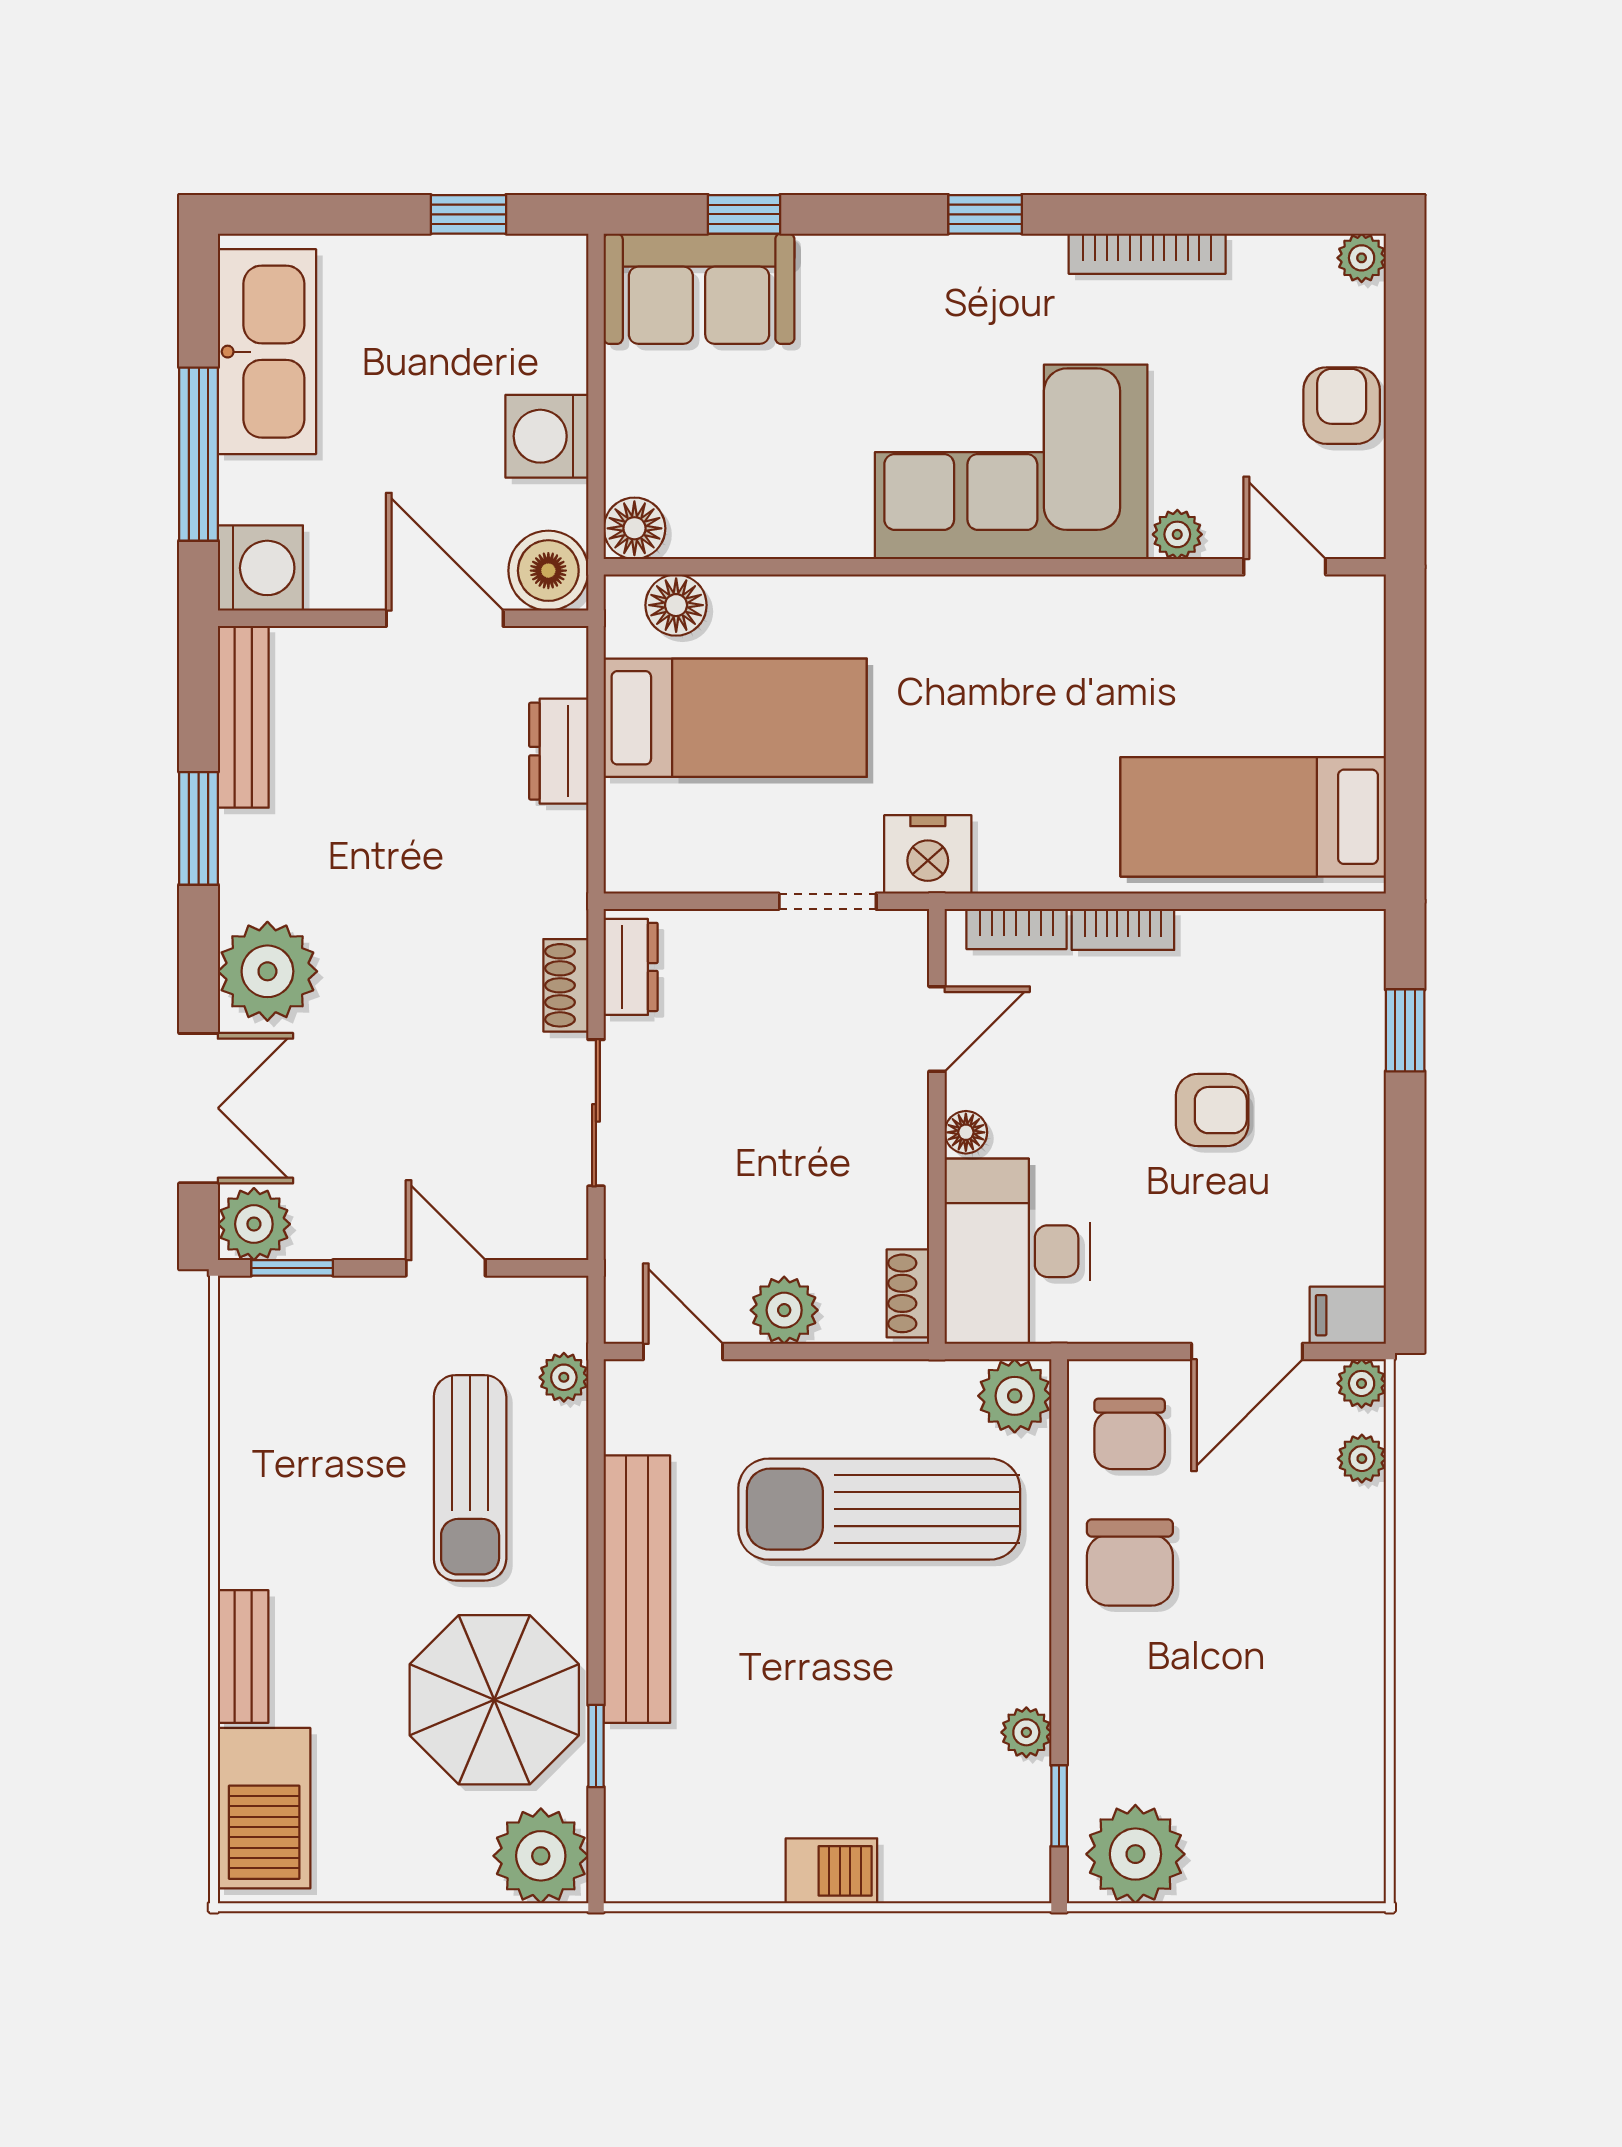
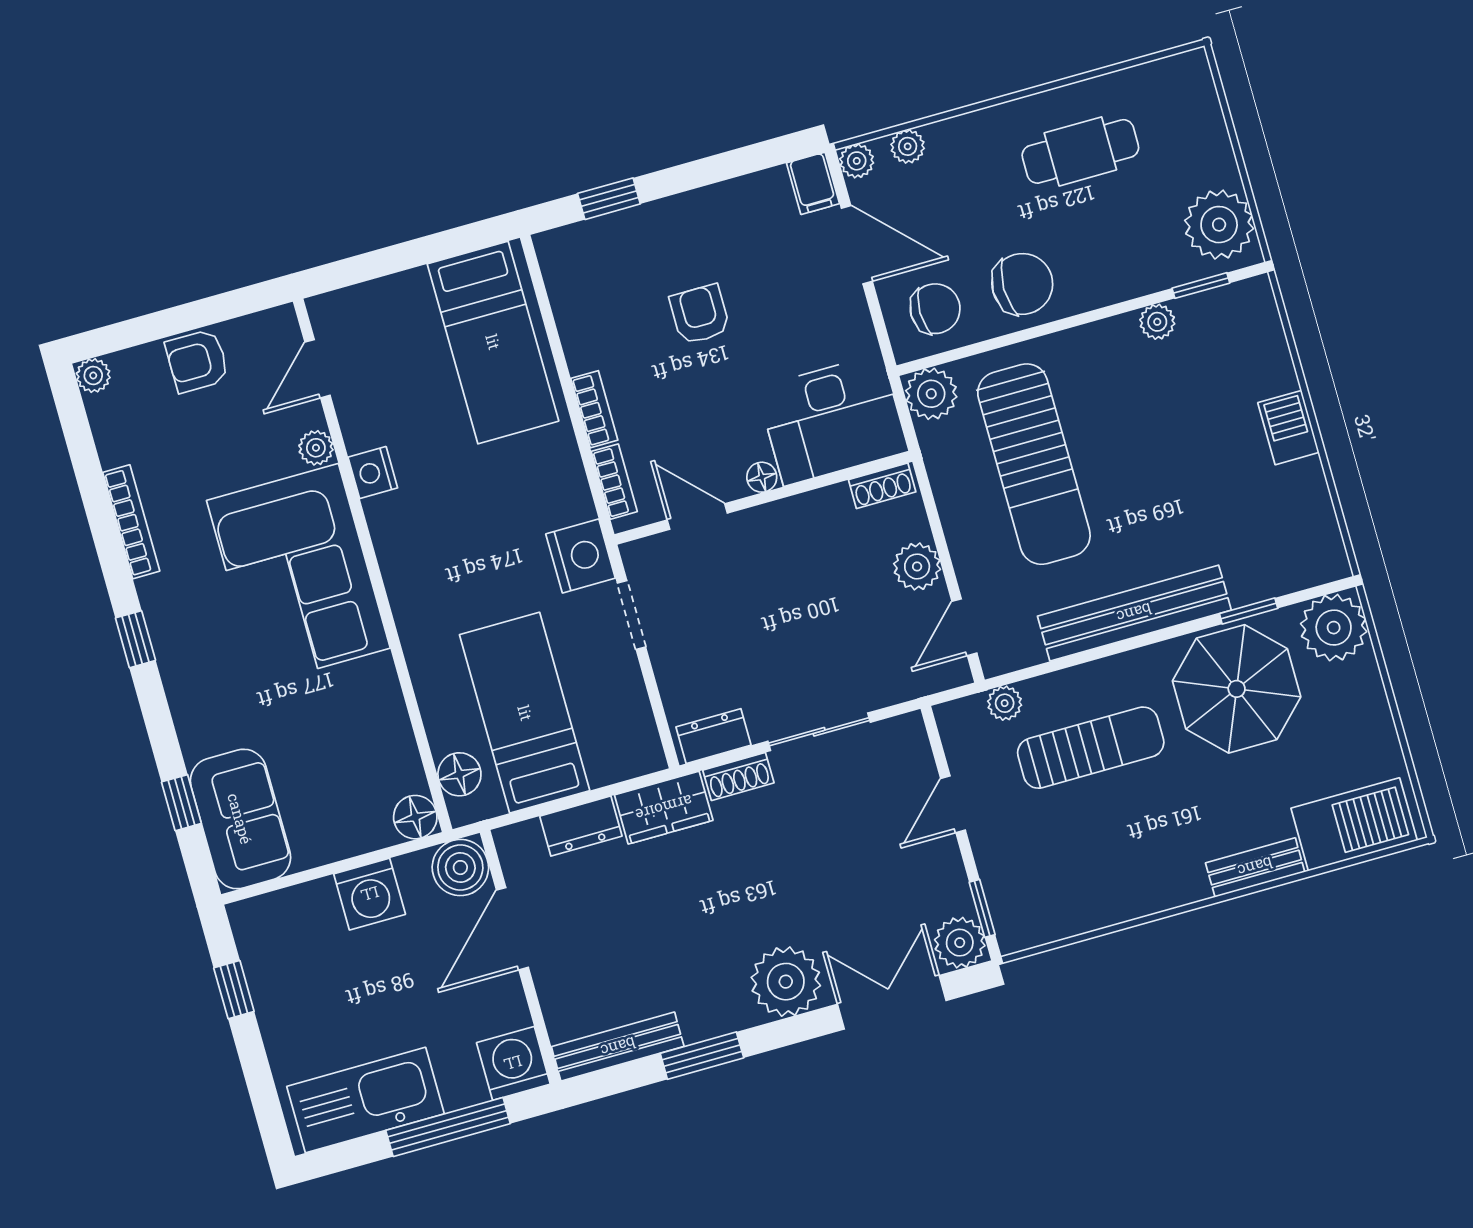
nightstand: (1122, 603) -> (373, 473), added
wardrobe: (552, 871) -> (664, 808), added
cafe table: (1289, 1693) -> (1080, 151), added

